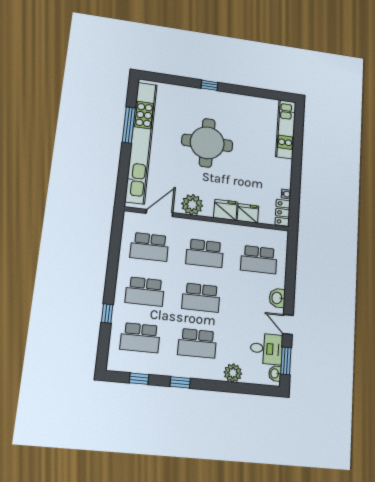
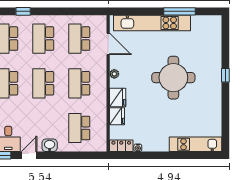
kitchen unit: (141, 142) -> (152, 23), width x0.73
plant: (192, 205) -> (114, 74), width x0.53, depth x0.53

